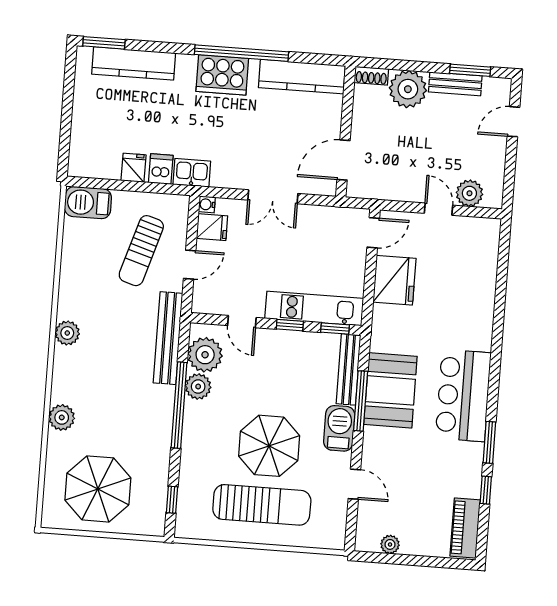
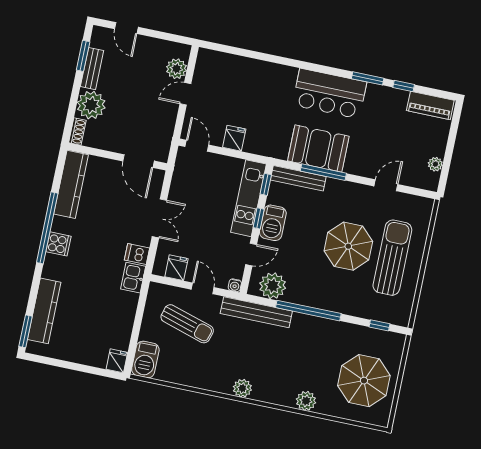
cooker: (222, 75) -> (59, 244), width x0.53, depth x0.76
fridge: (133, 168) -> (117, 361), moved, turned 90
dishwasher: (161, 169) -> (137, 254), moved
water cooler: (207, 204) -> (235, 285), moved
fridge: (394, 280) -> (234, 138), width x0.53, depth x0.75
plant: (198, 387) -> (296, 294), removed
barbecue: (339, 428) -> (273, 223), moved, turned -90

